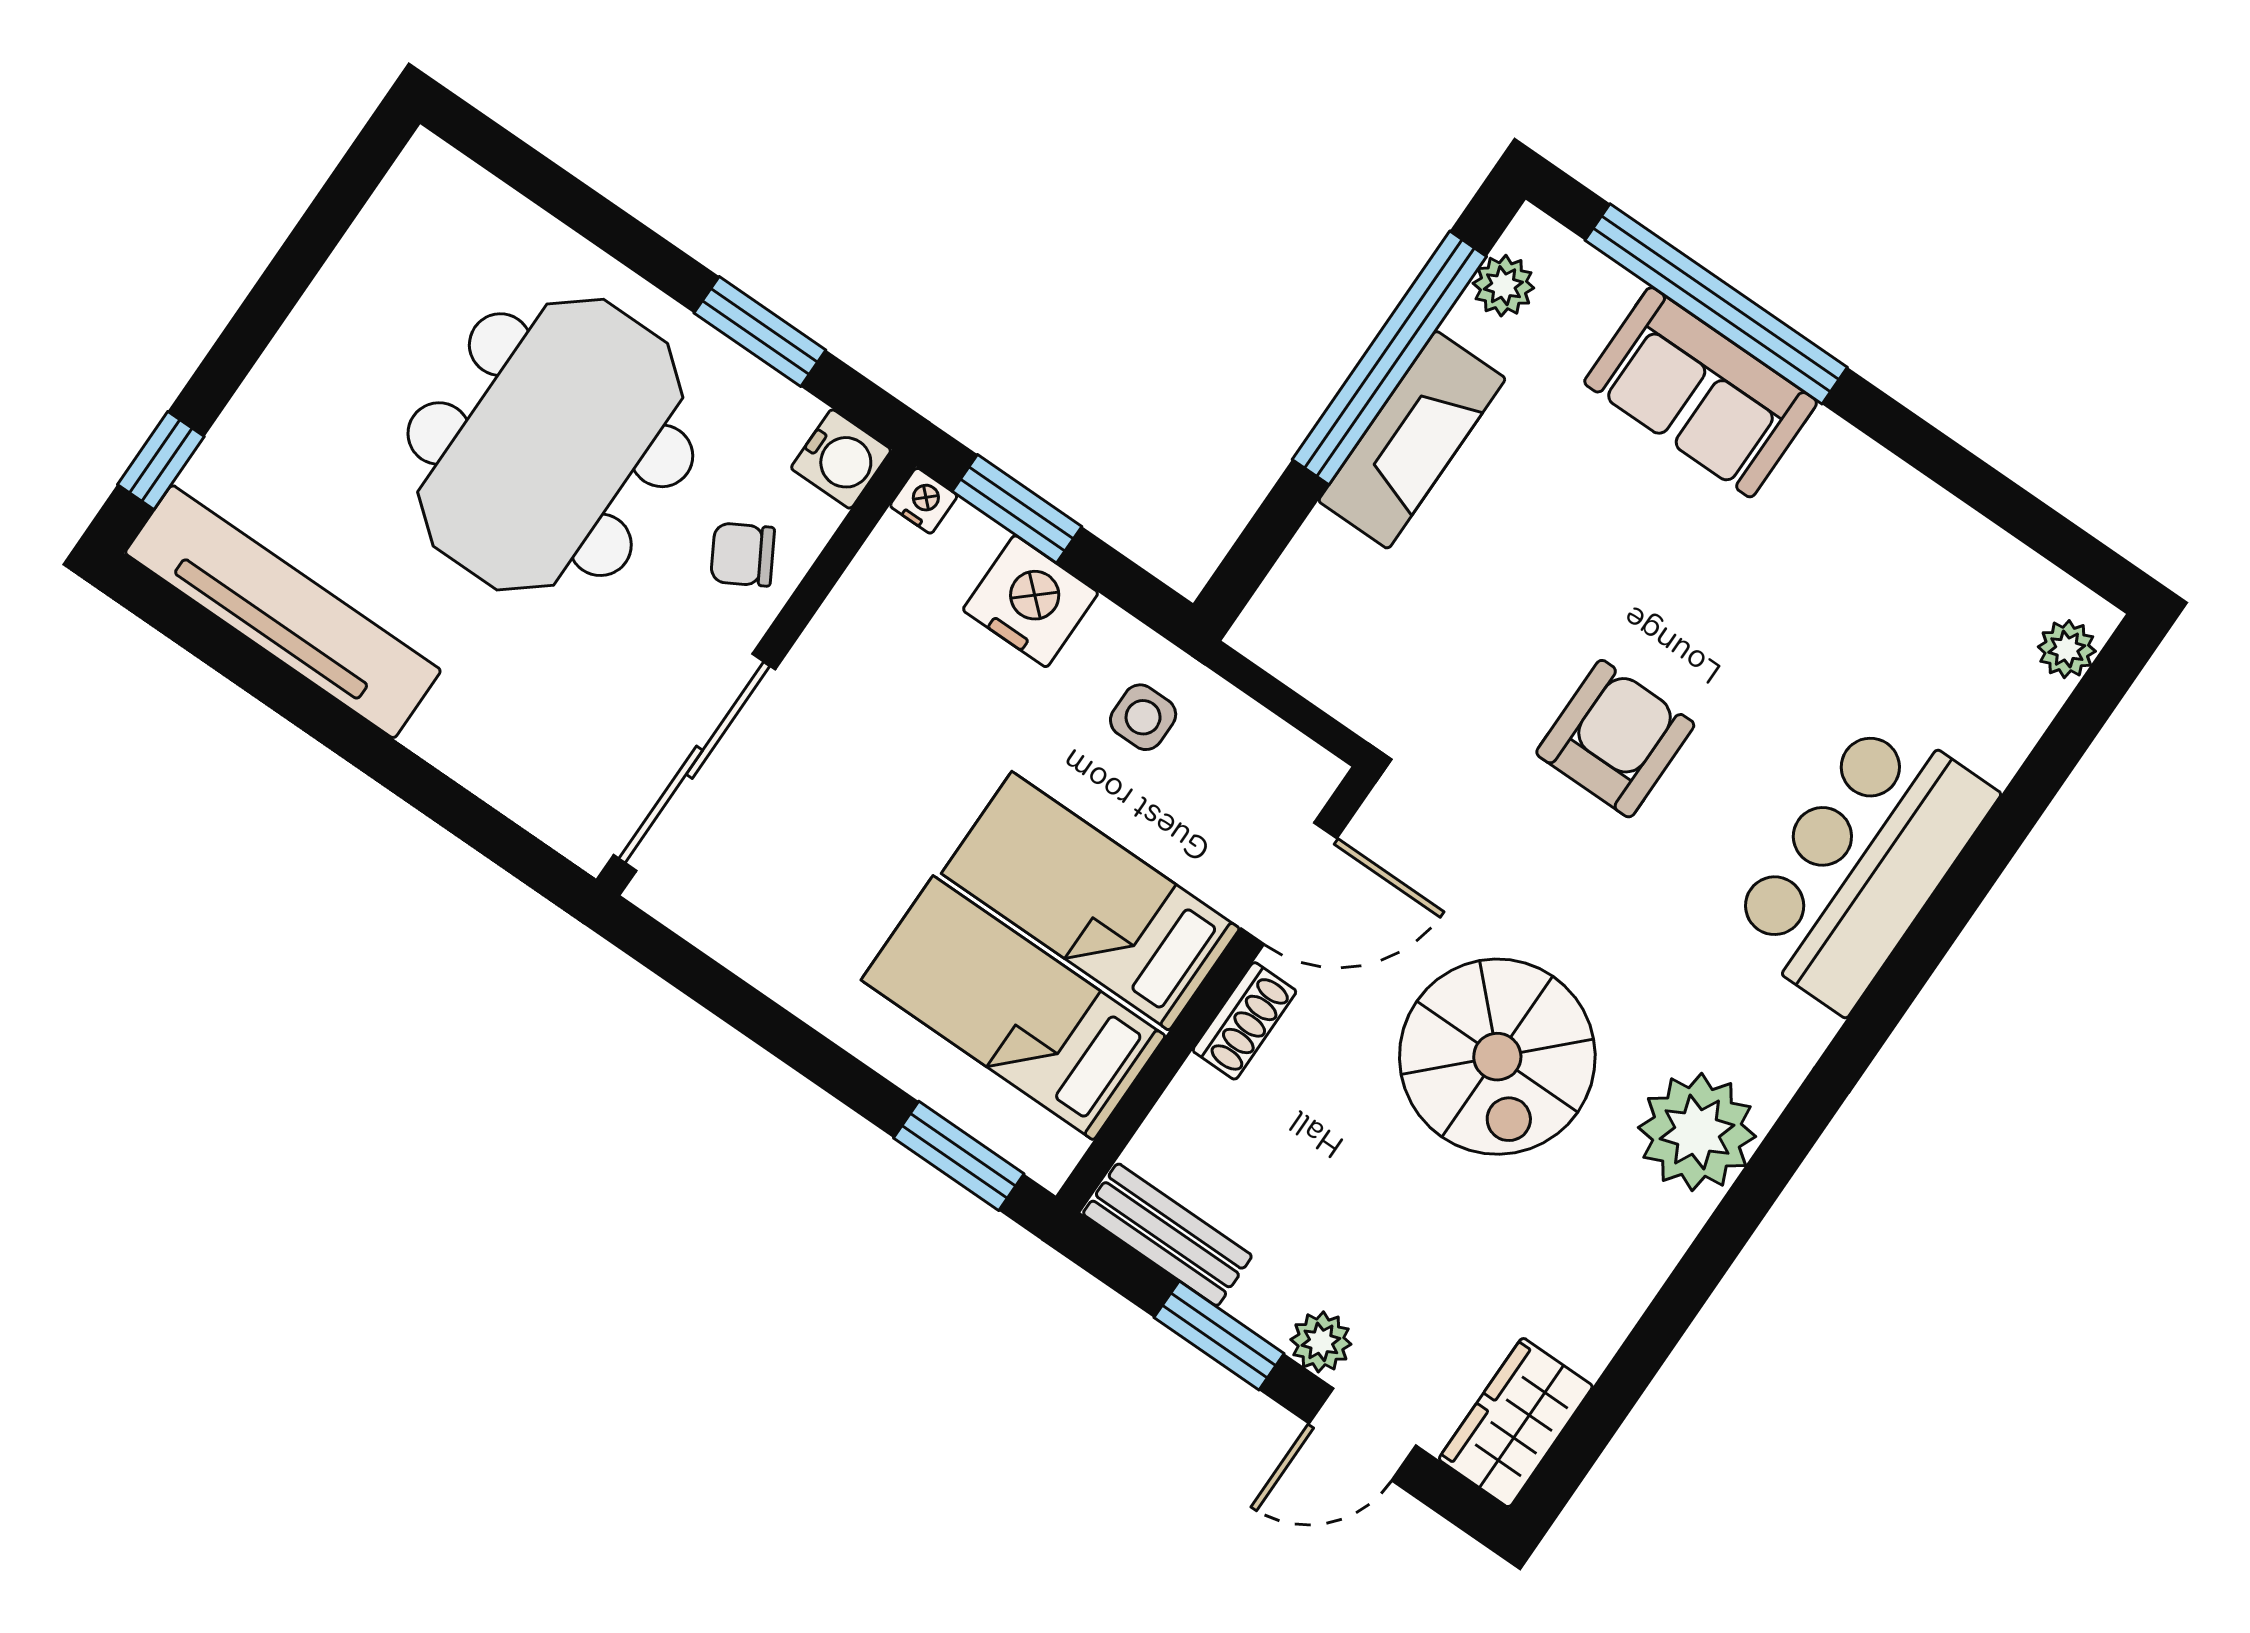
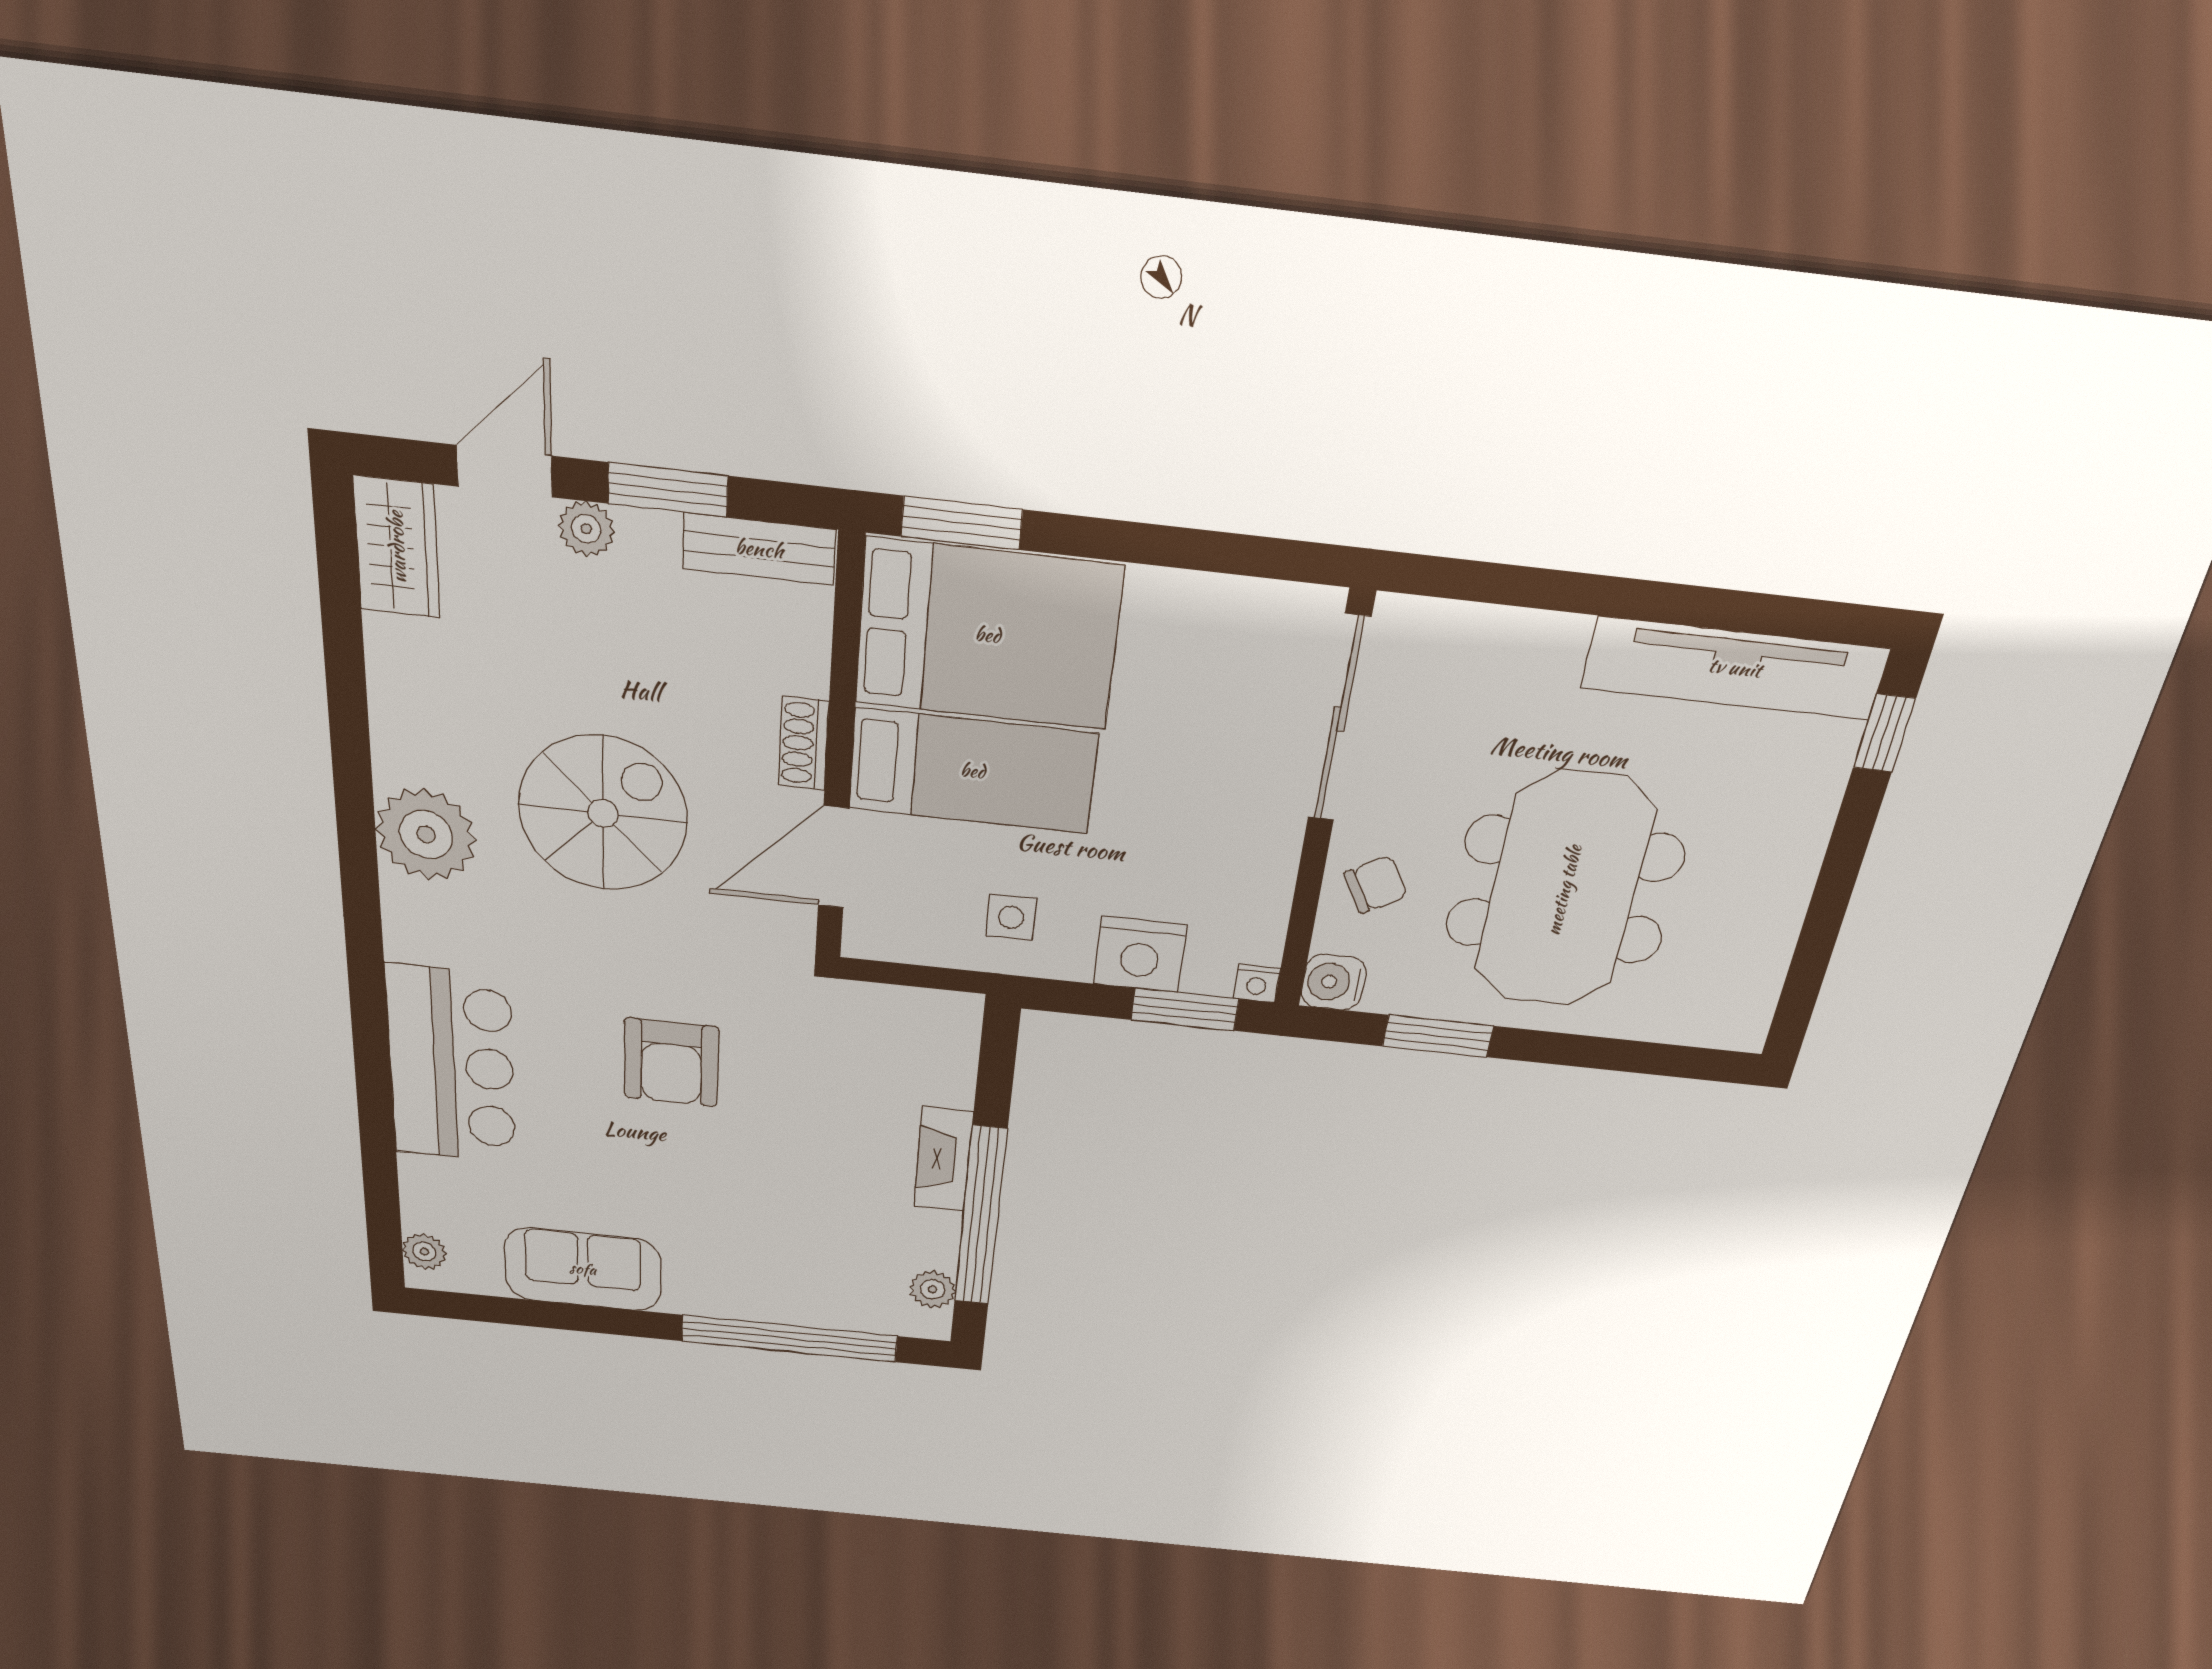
sofa: (1701, 392) -> (583, 1269), moved
fireplace: (1412, 440) -> (943, 1159), width x0.73, depth x0.76
bed: (1013, 1008) -> (988, 635), width x1.50
spiral stairs: (1497, 1057) -> (603, 813), turned 90

